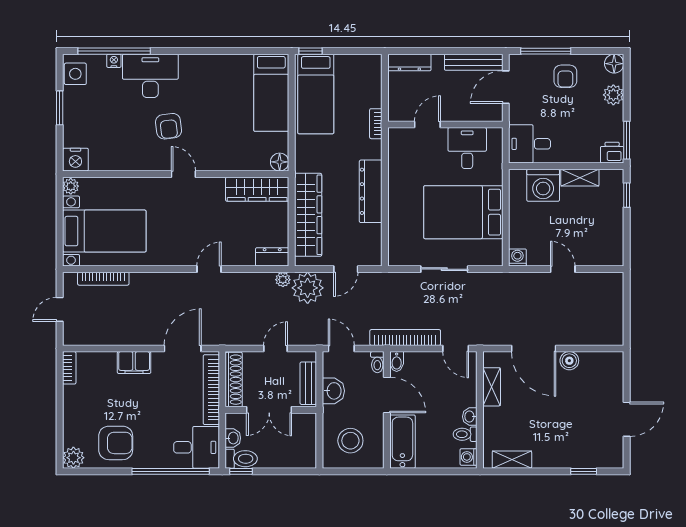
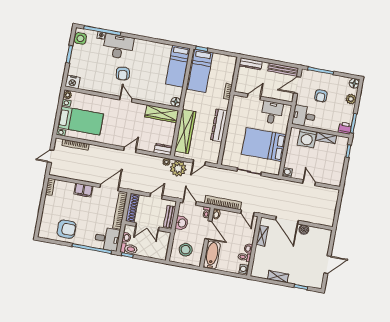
armchair: (565, 76) -> (321, 96), moved
plant: (73, 458) -> (44, 233), removed
shelving: (512, 460) -> (278, 277), moved

